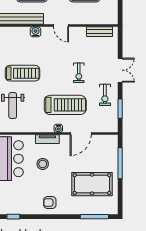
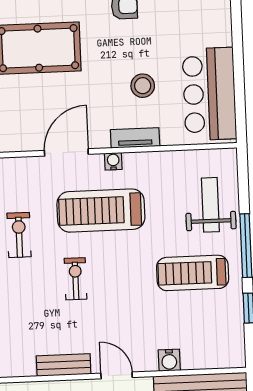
bench: (100, 32) -> (64, 365), moved

